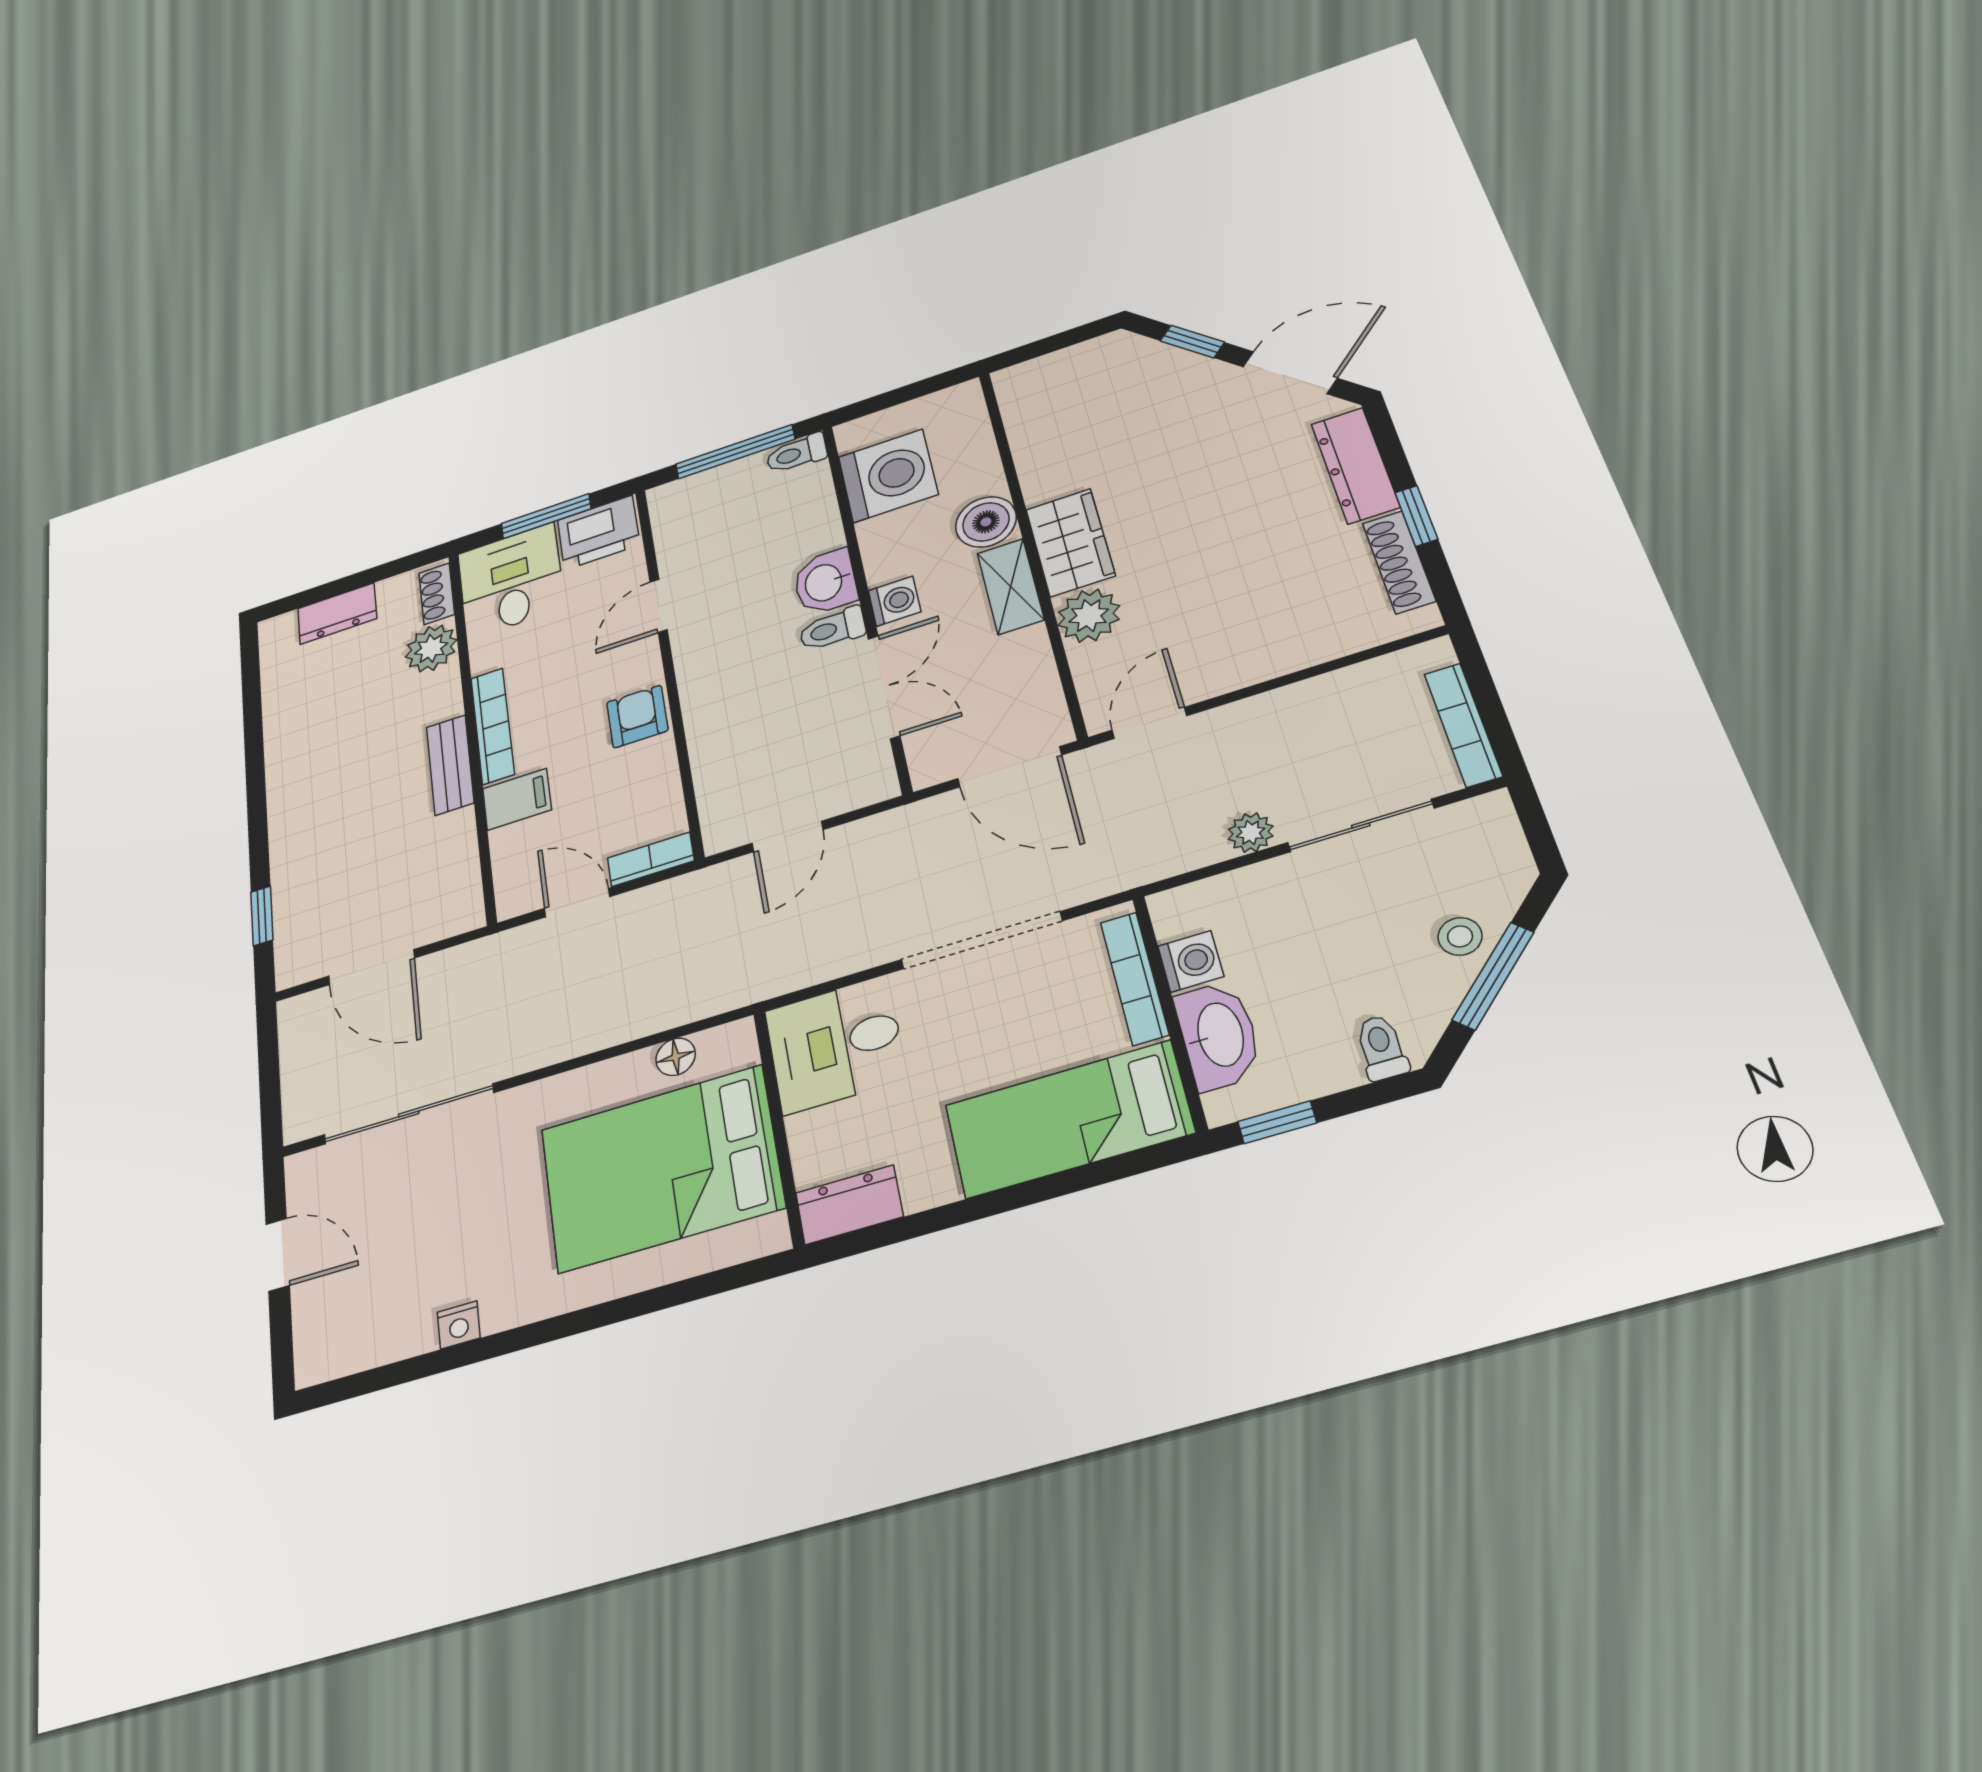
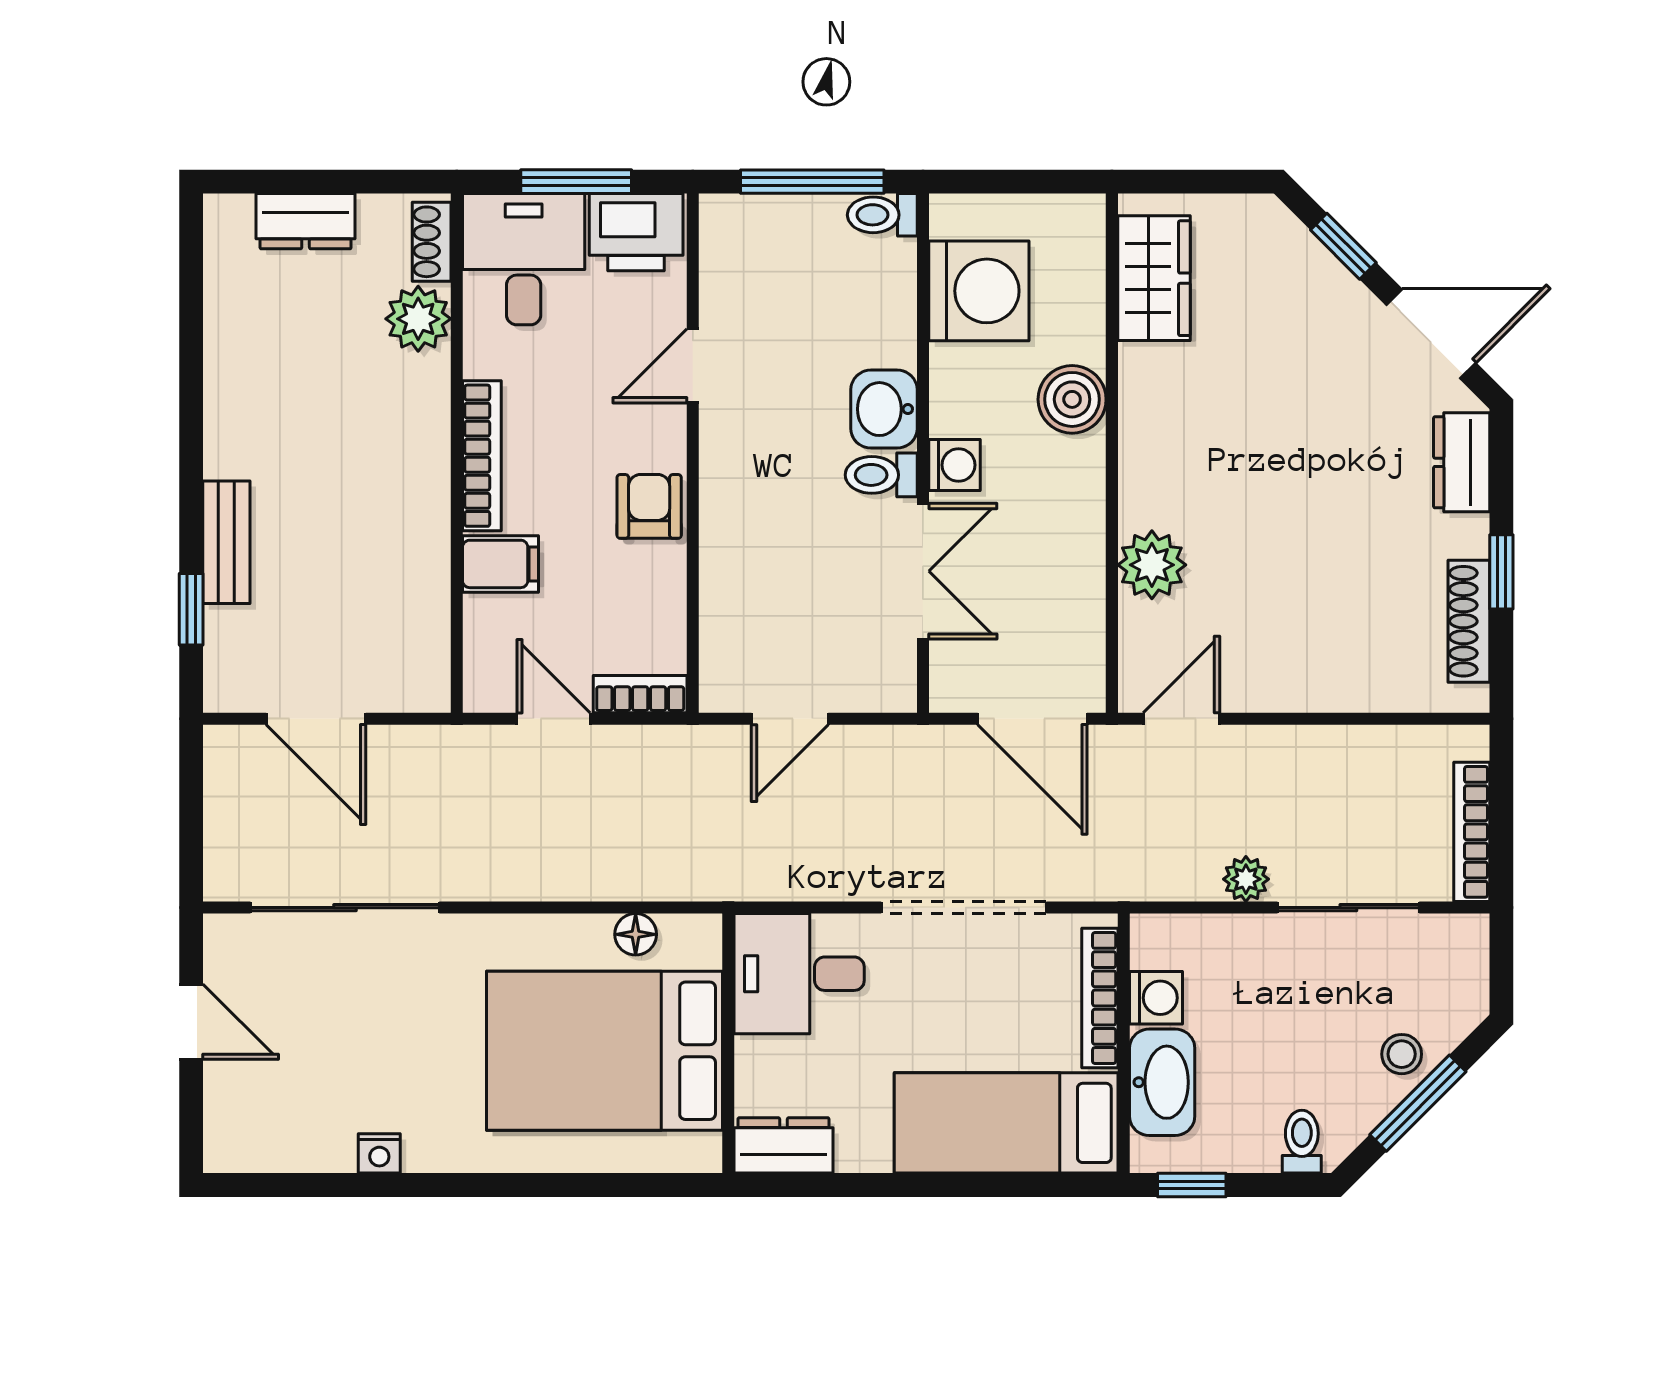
dresser: (1355, 465) -> (1462, 462), width x0.70
wardrobe: (1070, 543) -> (1154, 278), moved
shelving: (1011, 586) -> (1080, 495), removed
bench: (450, 765) -> (226, 542), moved

